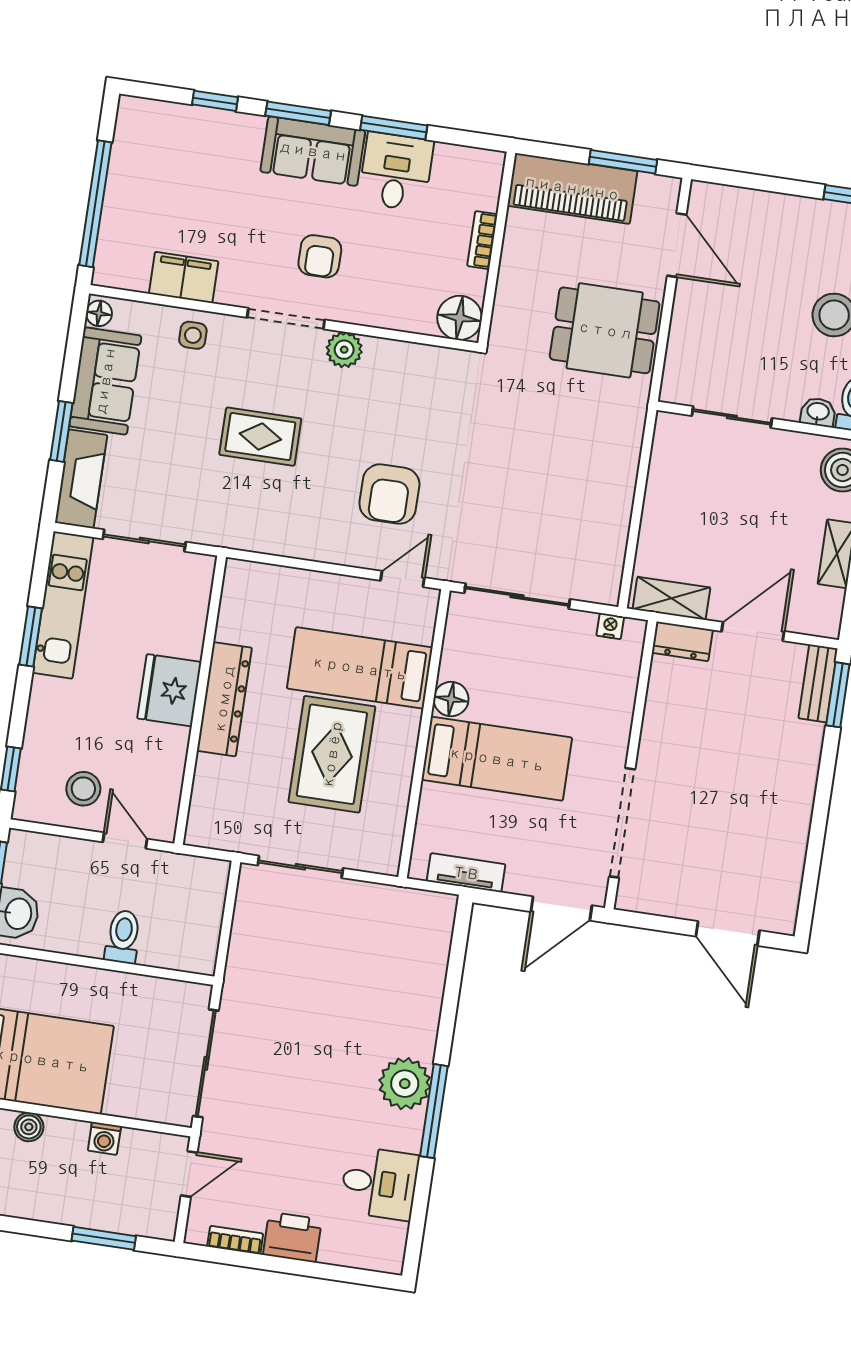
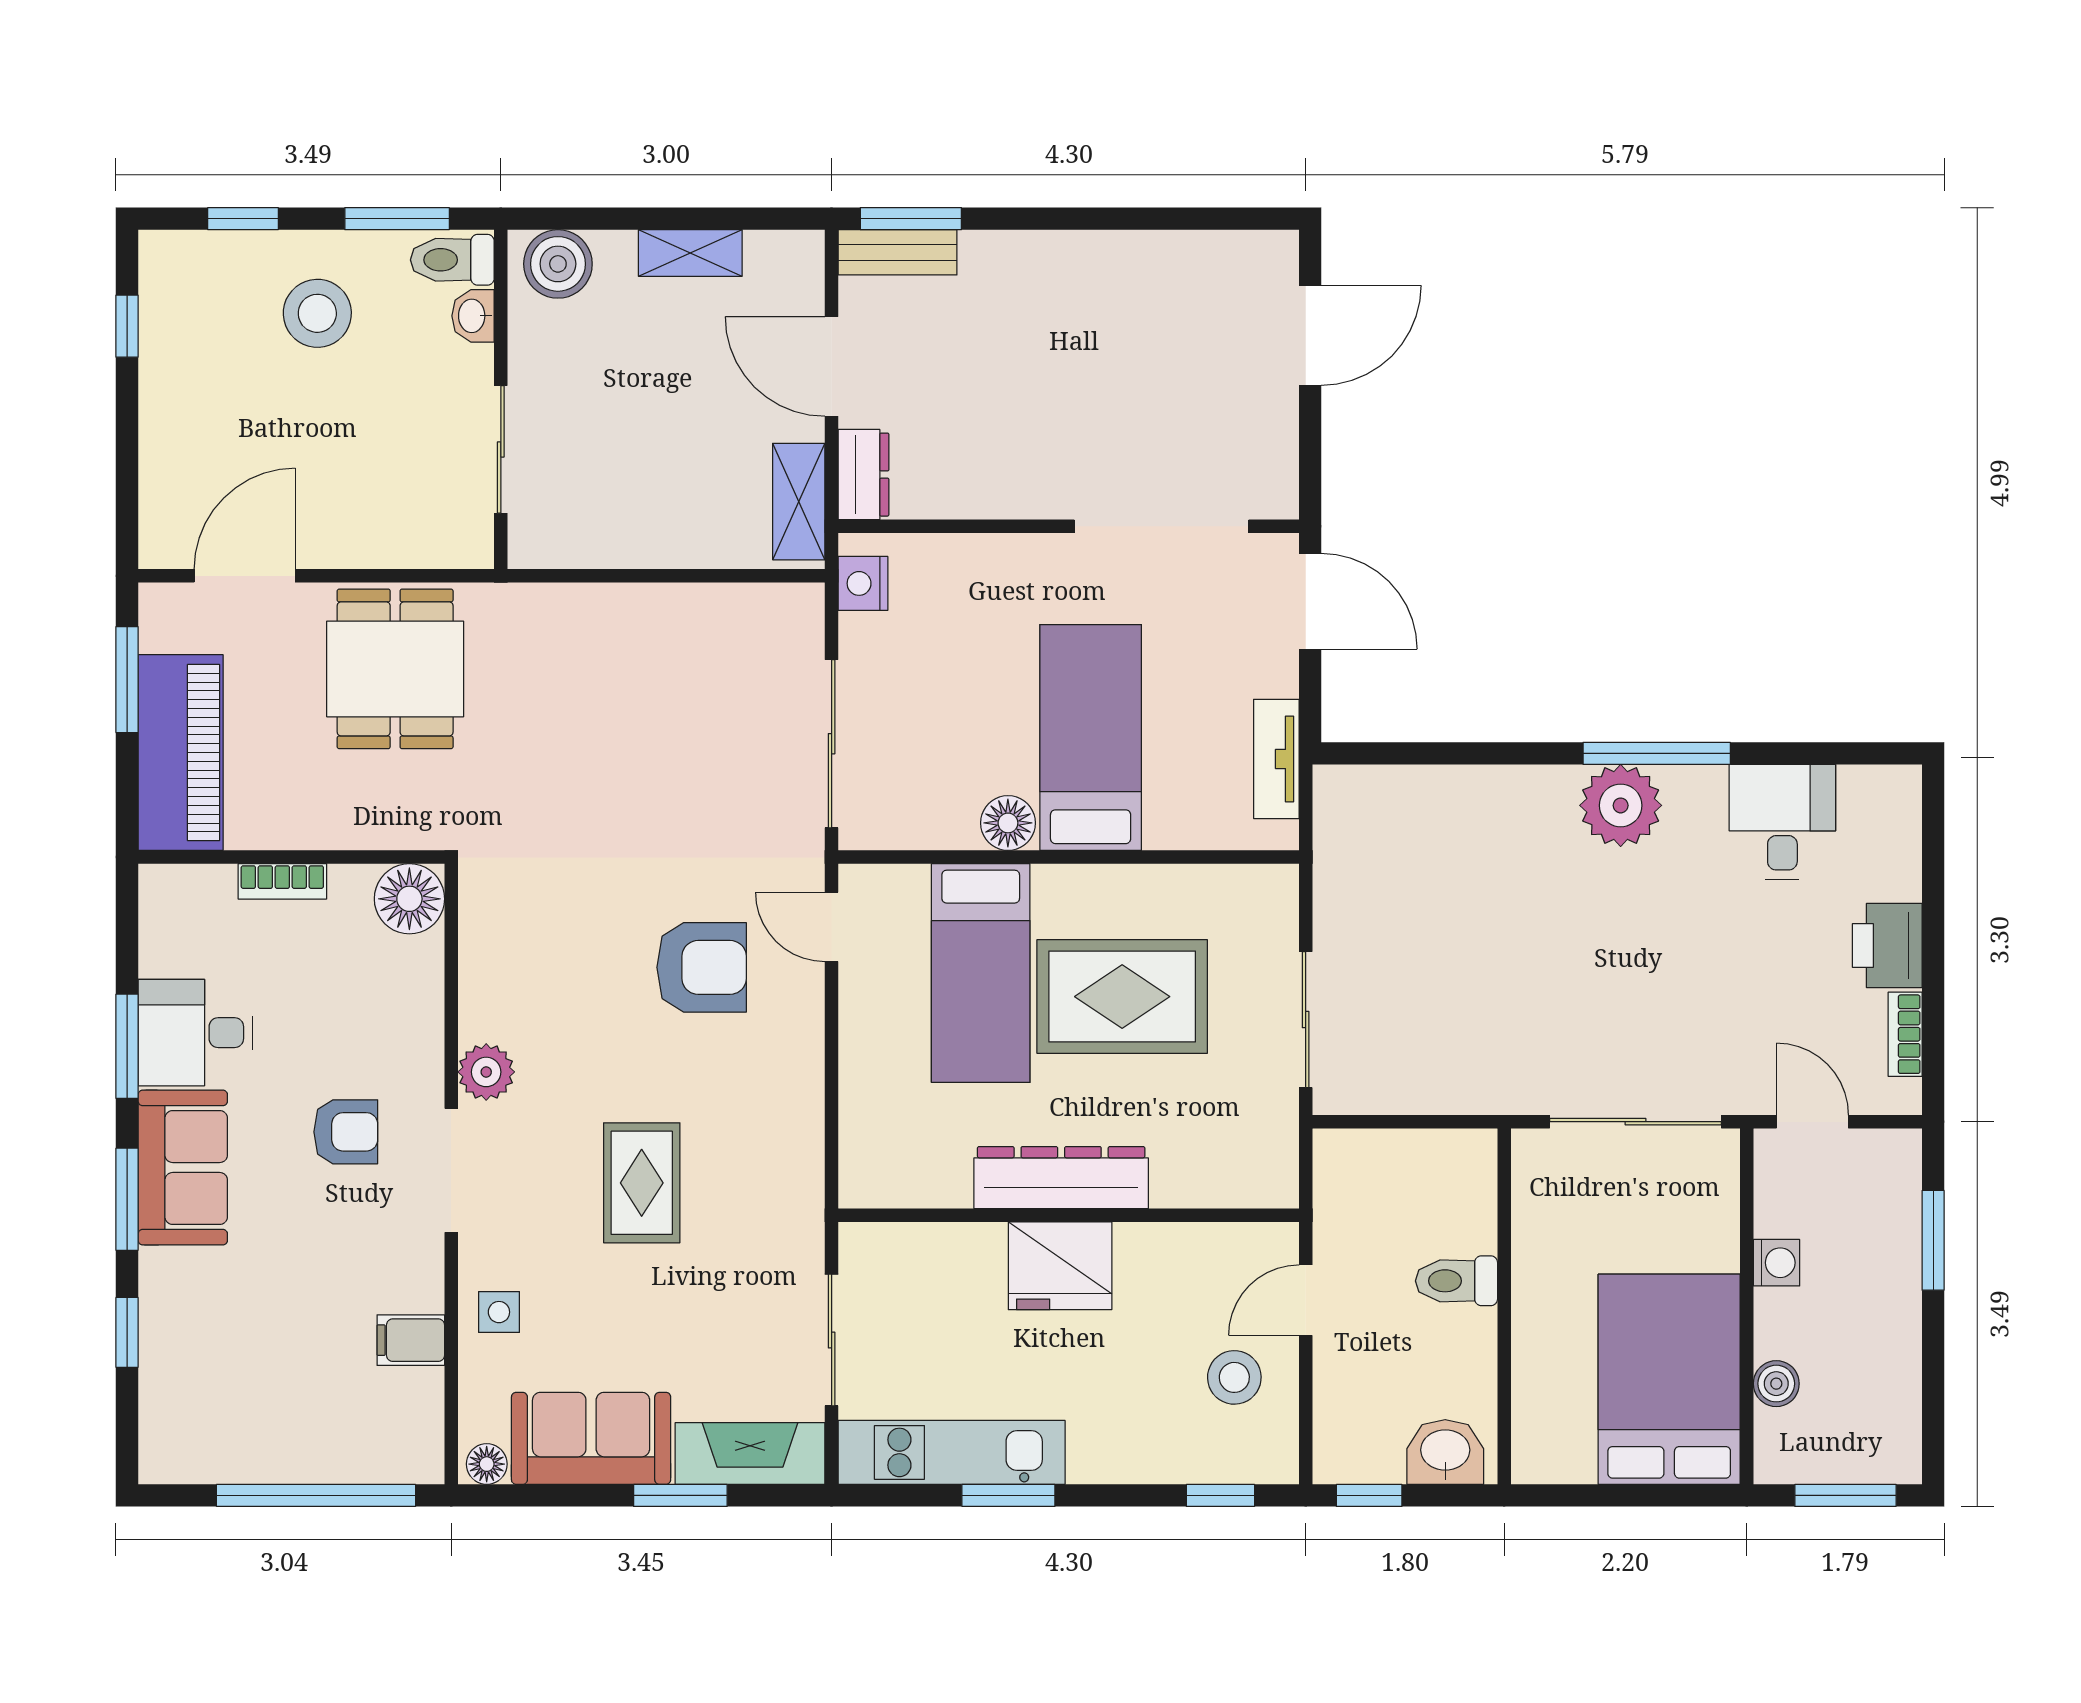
filing cabinet: (184, 277) -> (411, 1340), width x0.50
nightstand: (610, 626) -> (863, 583), width x1.39, depth x1.35

